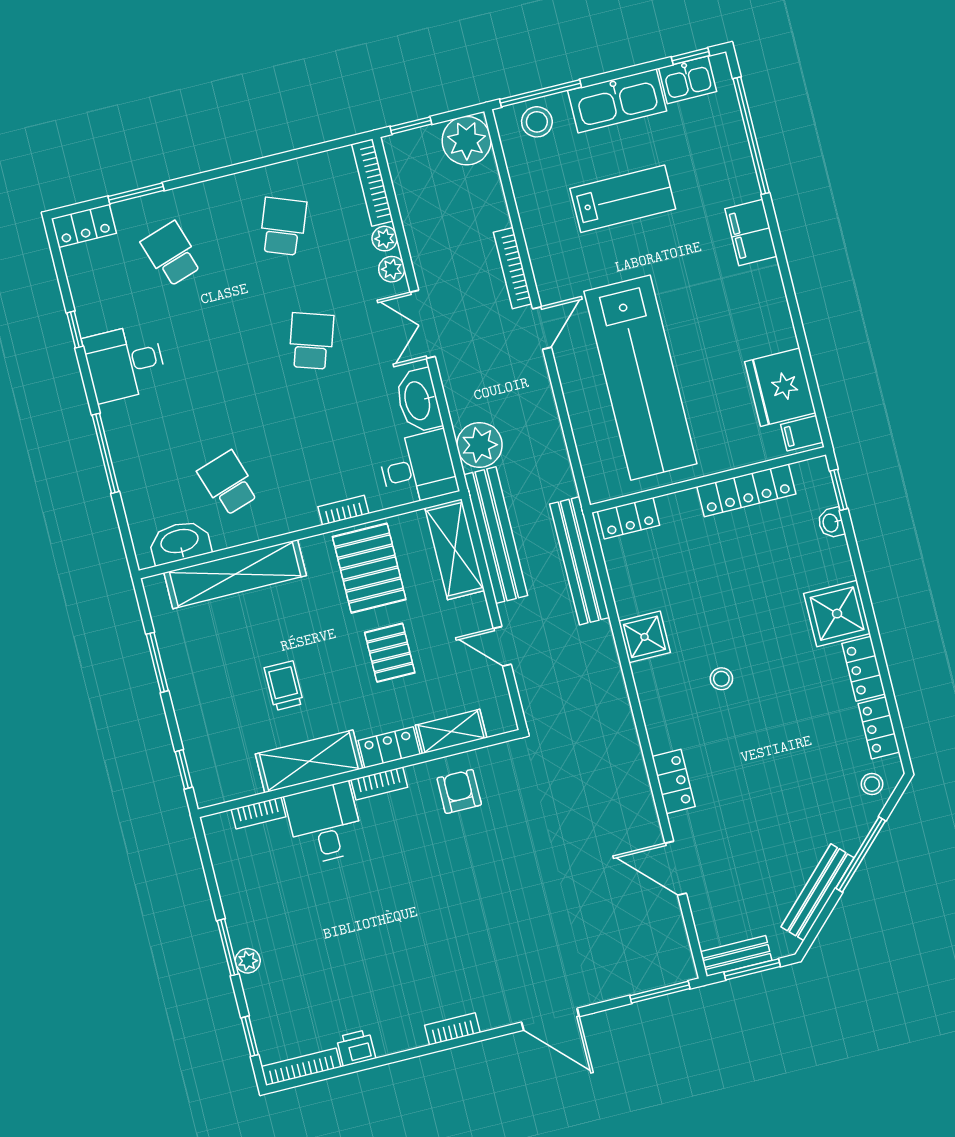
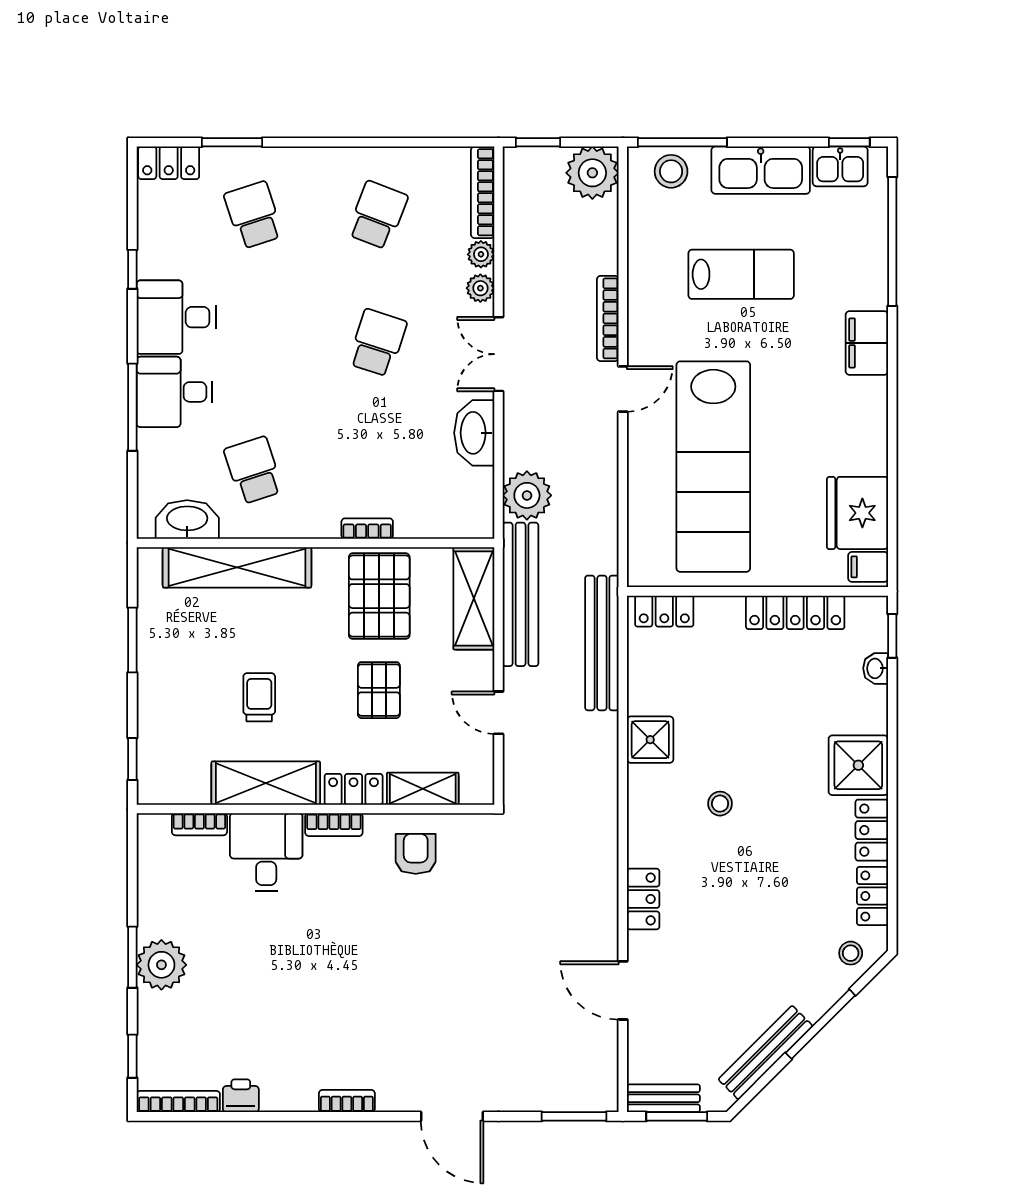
desk: (418, 468) -> (174, 392), moved, turned 180
plant: (248, 961) -> (161, 965), width x1.88, depth x1.88

